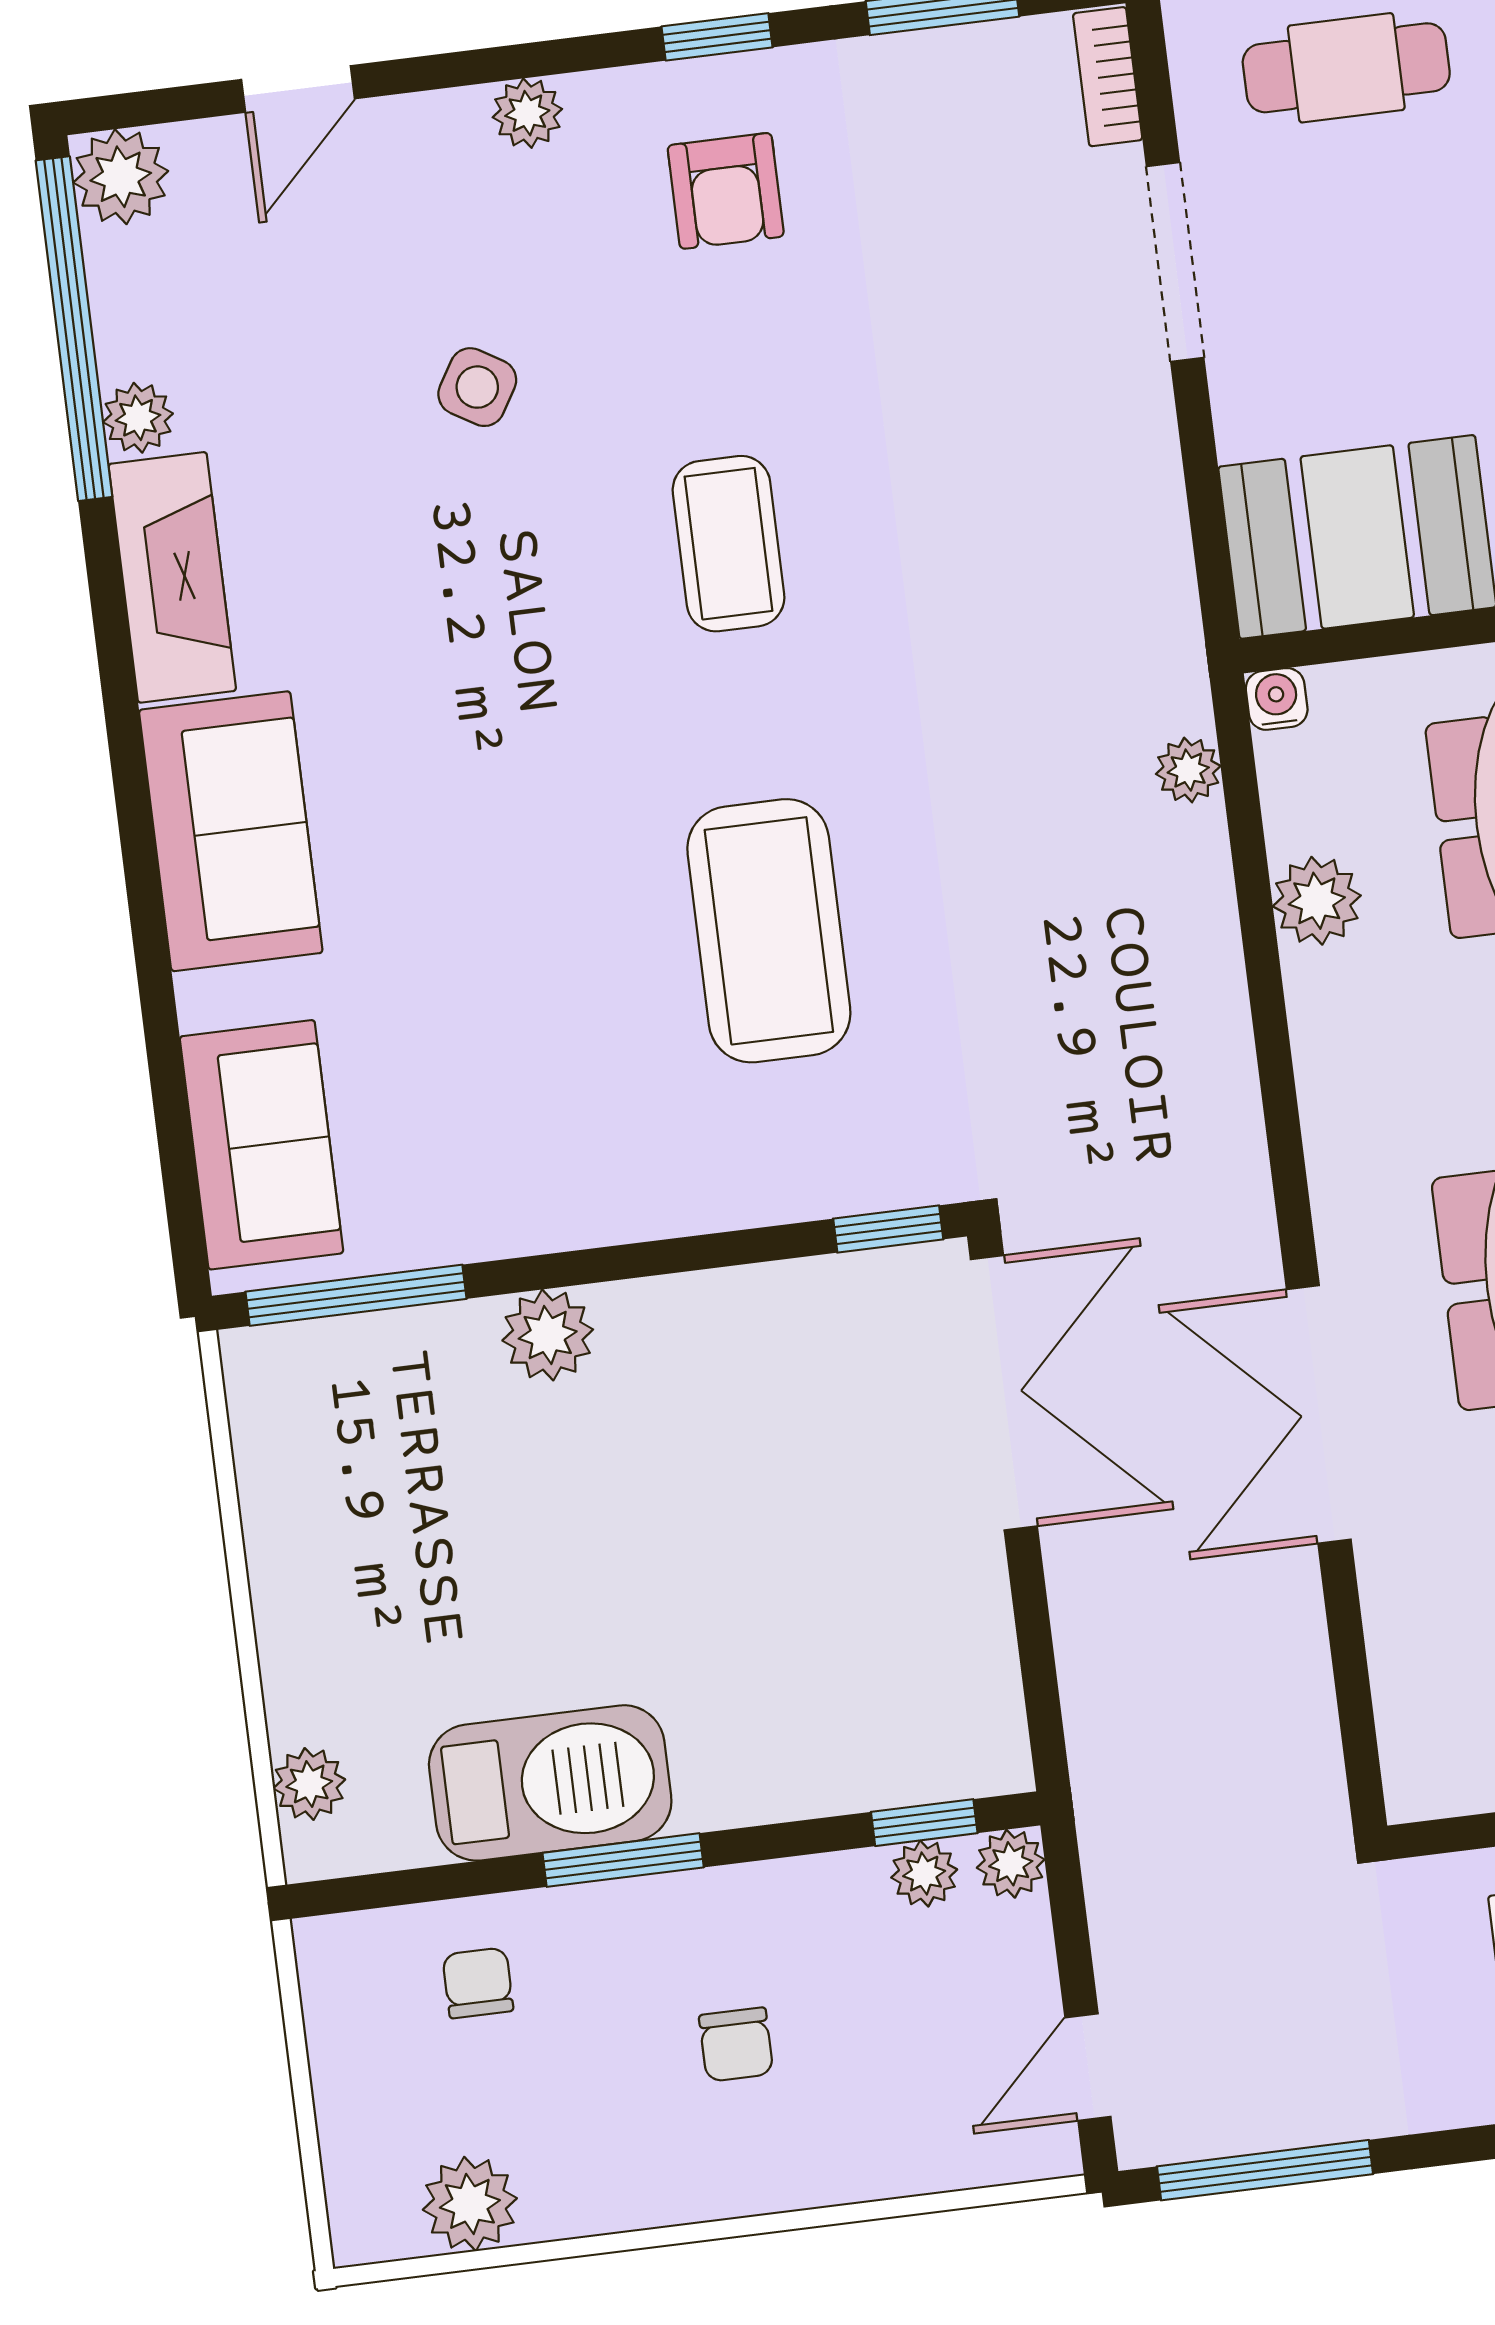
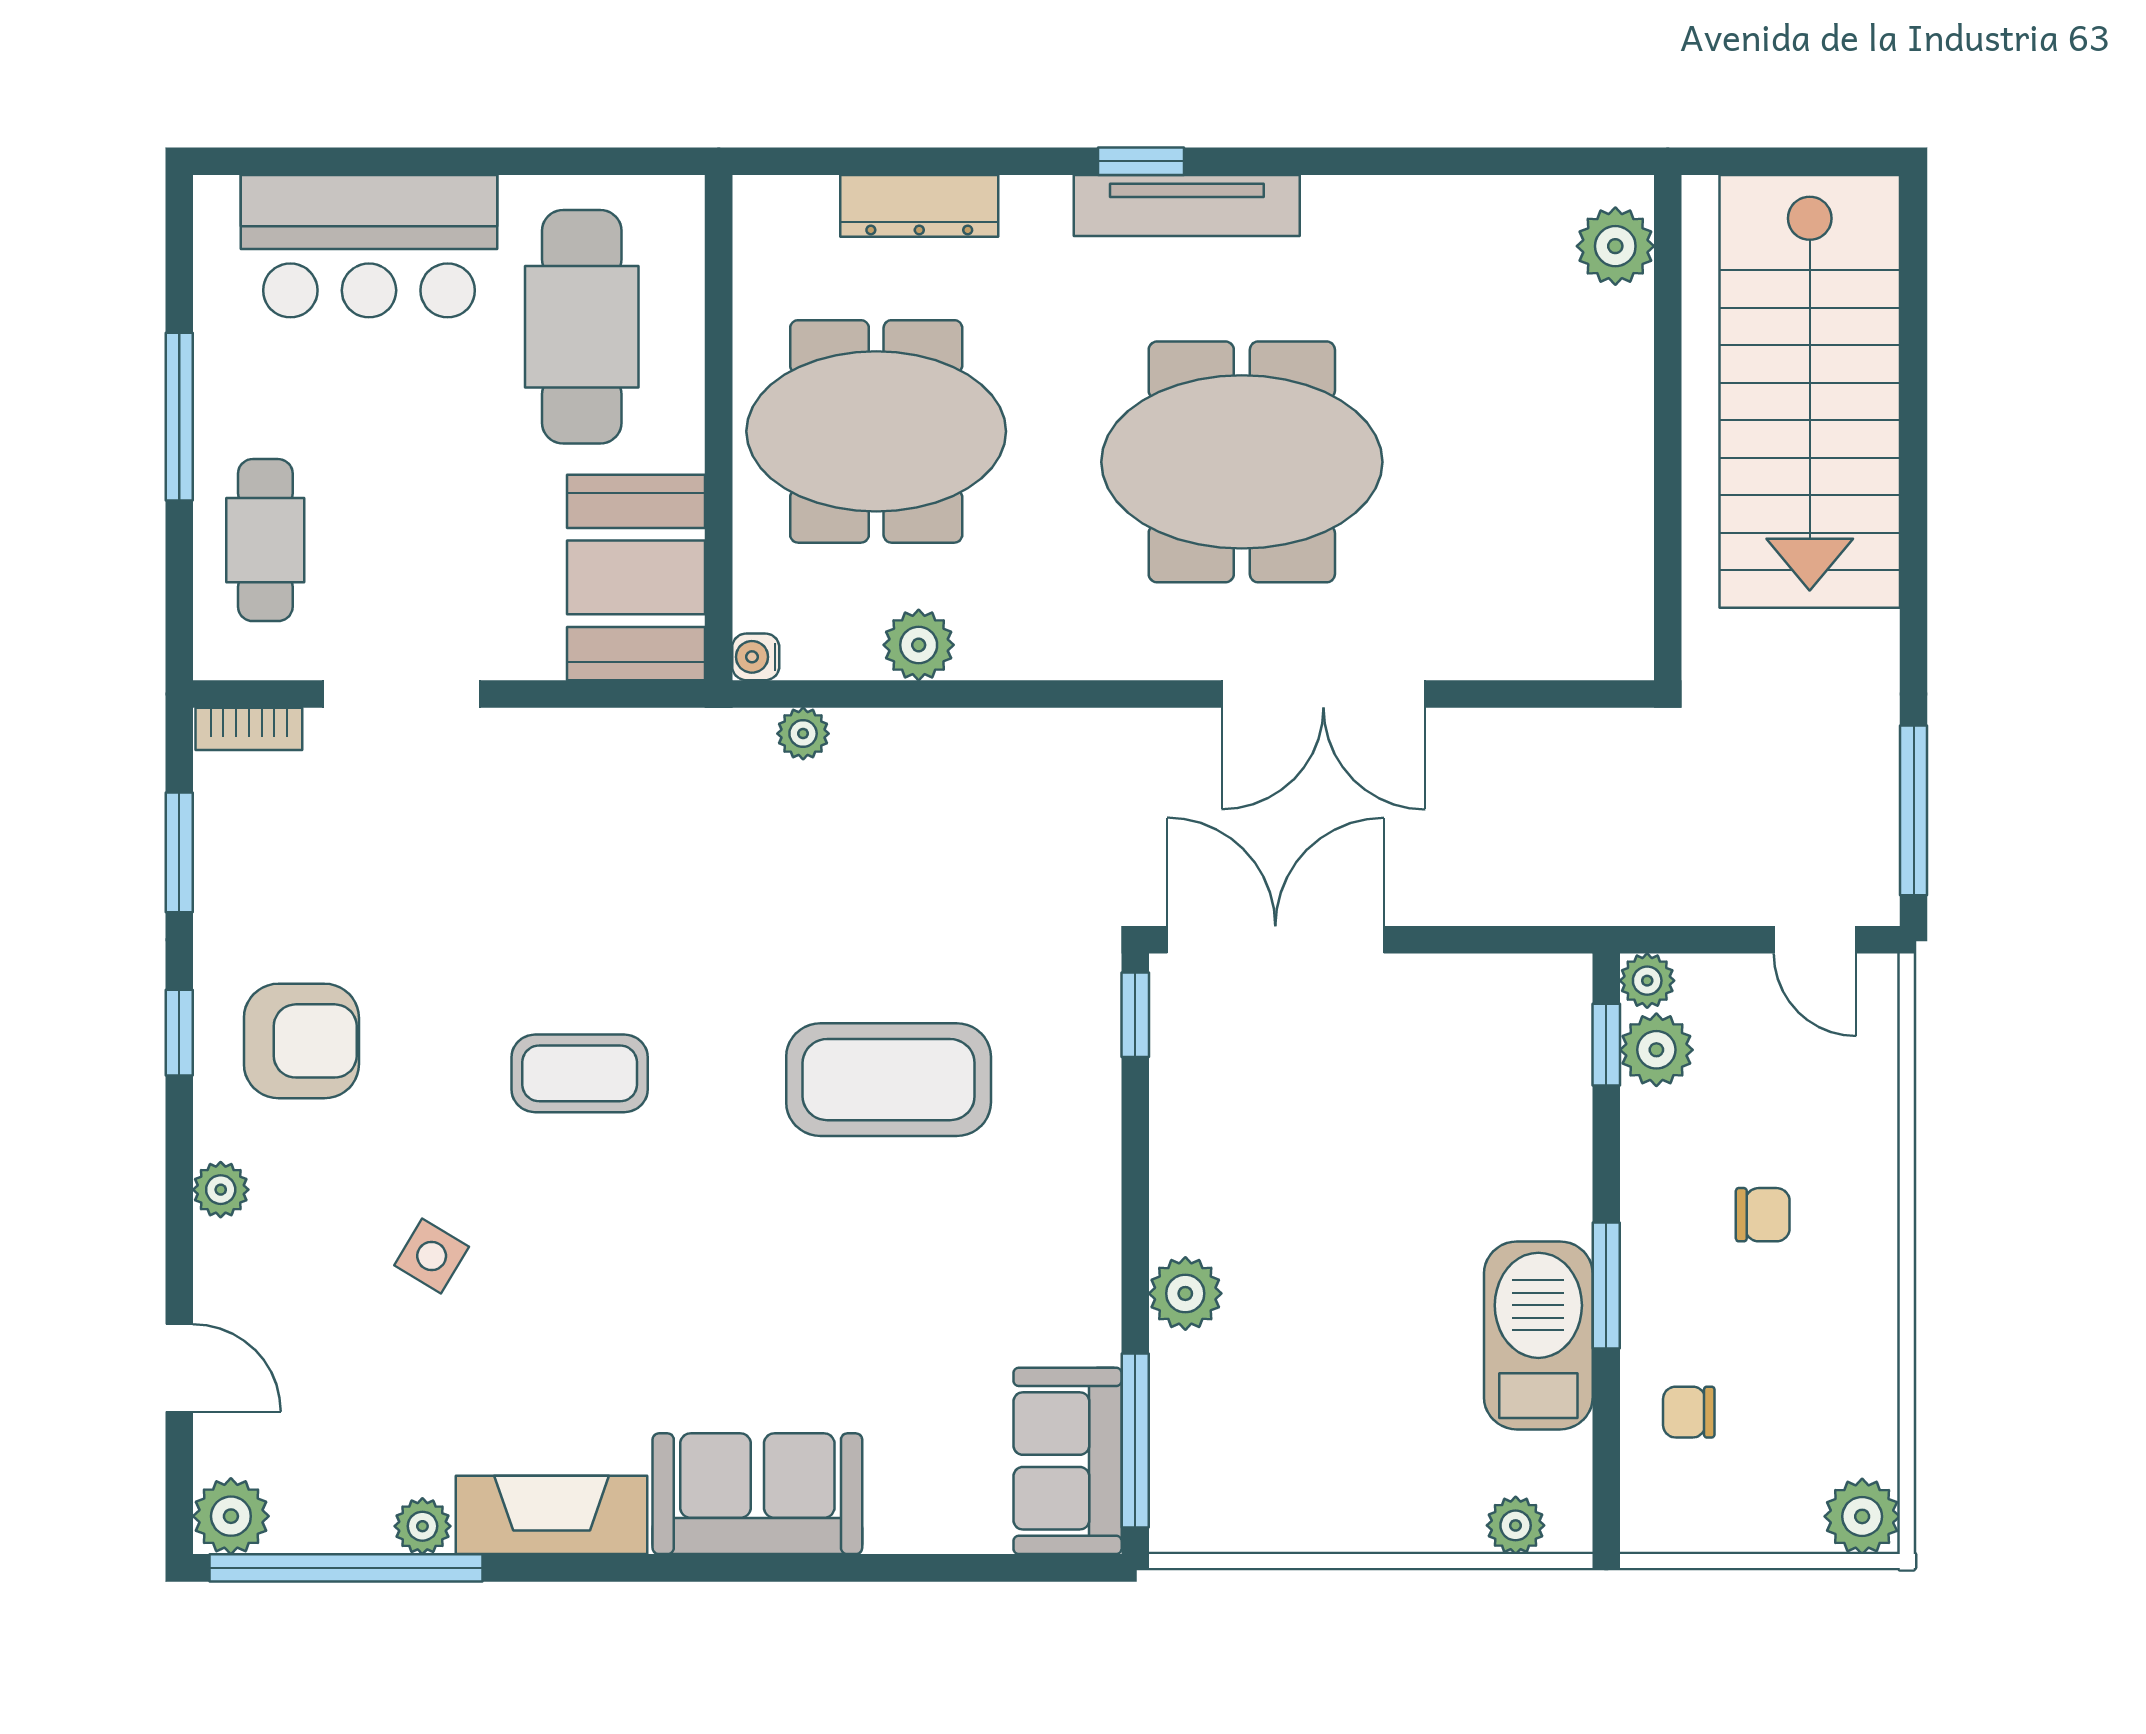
armchair: (726, 191) -> (301, 1041), width x1.38, depth x1.38
sofa: (262, 1145) -> (1068, 1461), moved, turned -90
plant: (924, 1874) -> (1656, 1050), width x1.38, depth x1.38
plant: (470, 2204) -> (1862, 1516), moved

